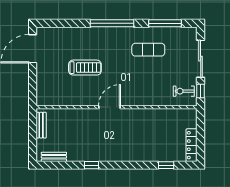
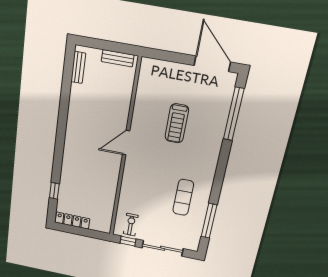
window: (112, 23) -> (234, 114), moved
door: (109, 107) -> (126, 143), swing flipped
window: (91, 165) -> (64, 110), removed

